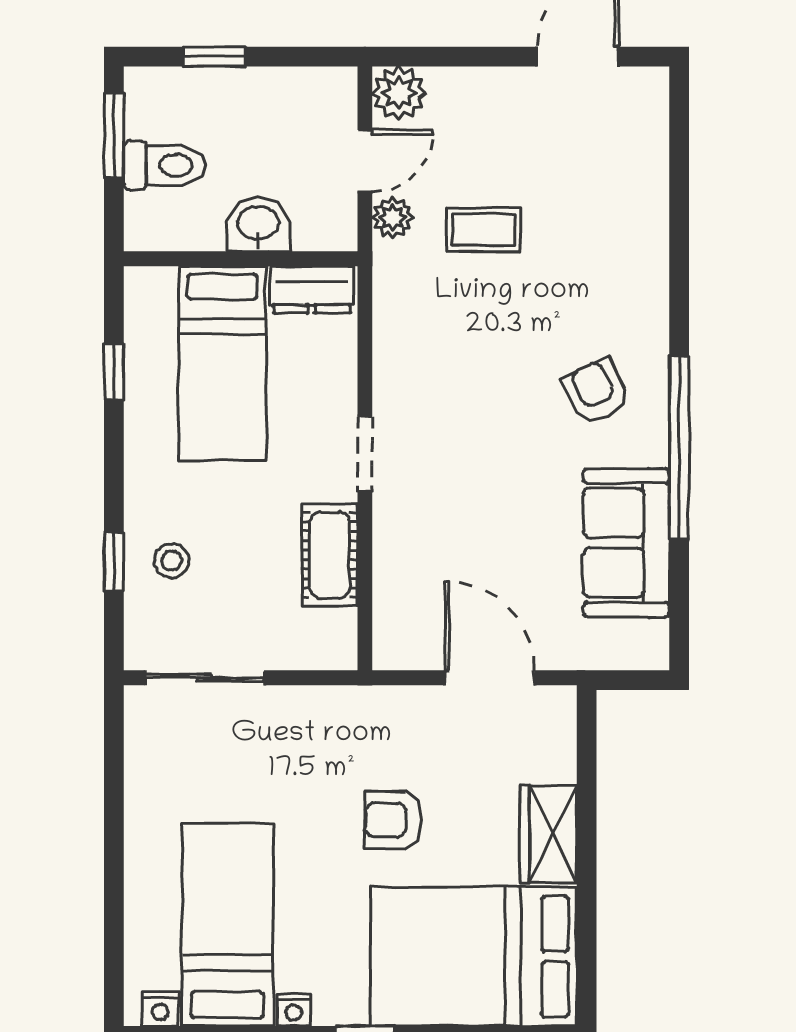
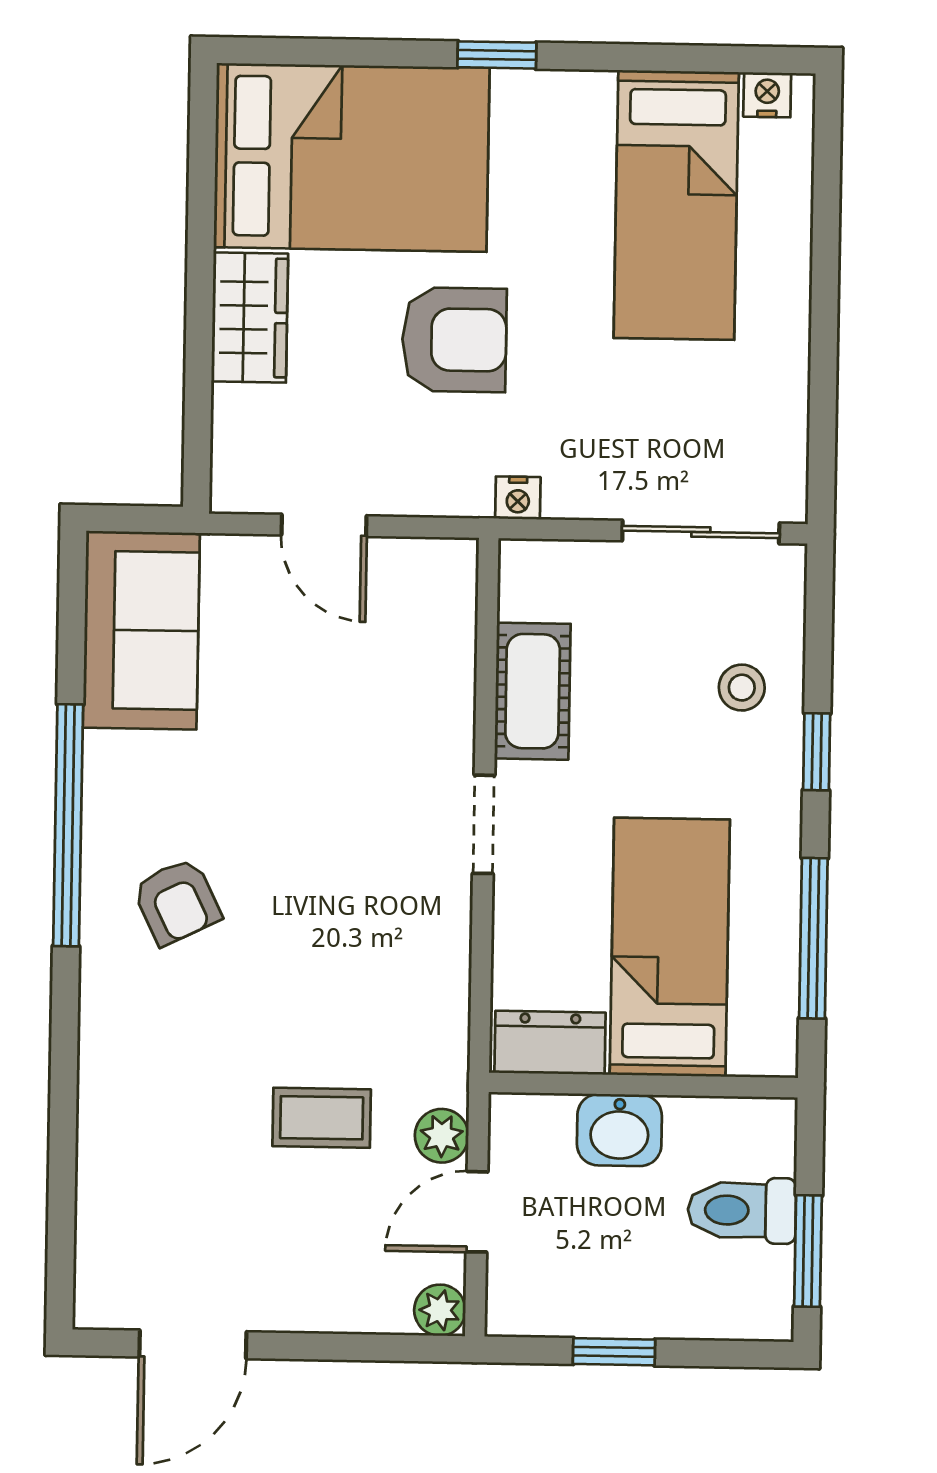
window: (214, 57) -> (614, 1352), moved
plant: (399, 93) -> (440, 1310), width x0.73, depth x0.73
window: (114, 372) -> (813, 938), width x2.17
sofa: (626, 543) -> (141, 630), moved
window: (114, 561) -> (817, 752), moved
door: (490, 678) -> (324, 525), width x0.73
armchair: (393, 820) -> (454, 340), width x1.38, depth x1.38
nightstand: (294, 1010) -> (518, 498), moved, turned 180

